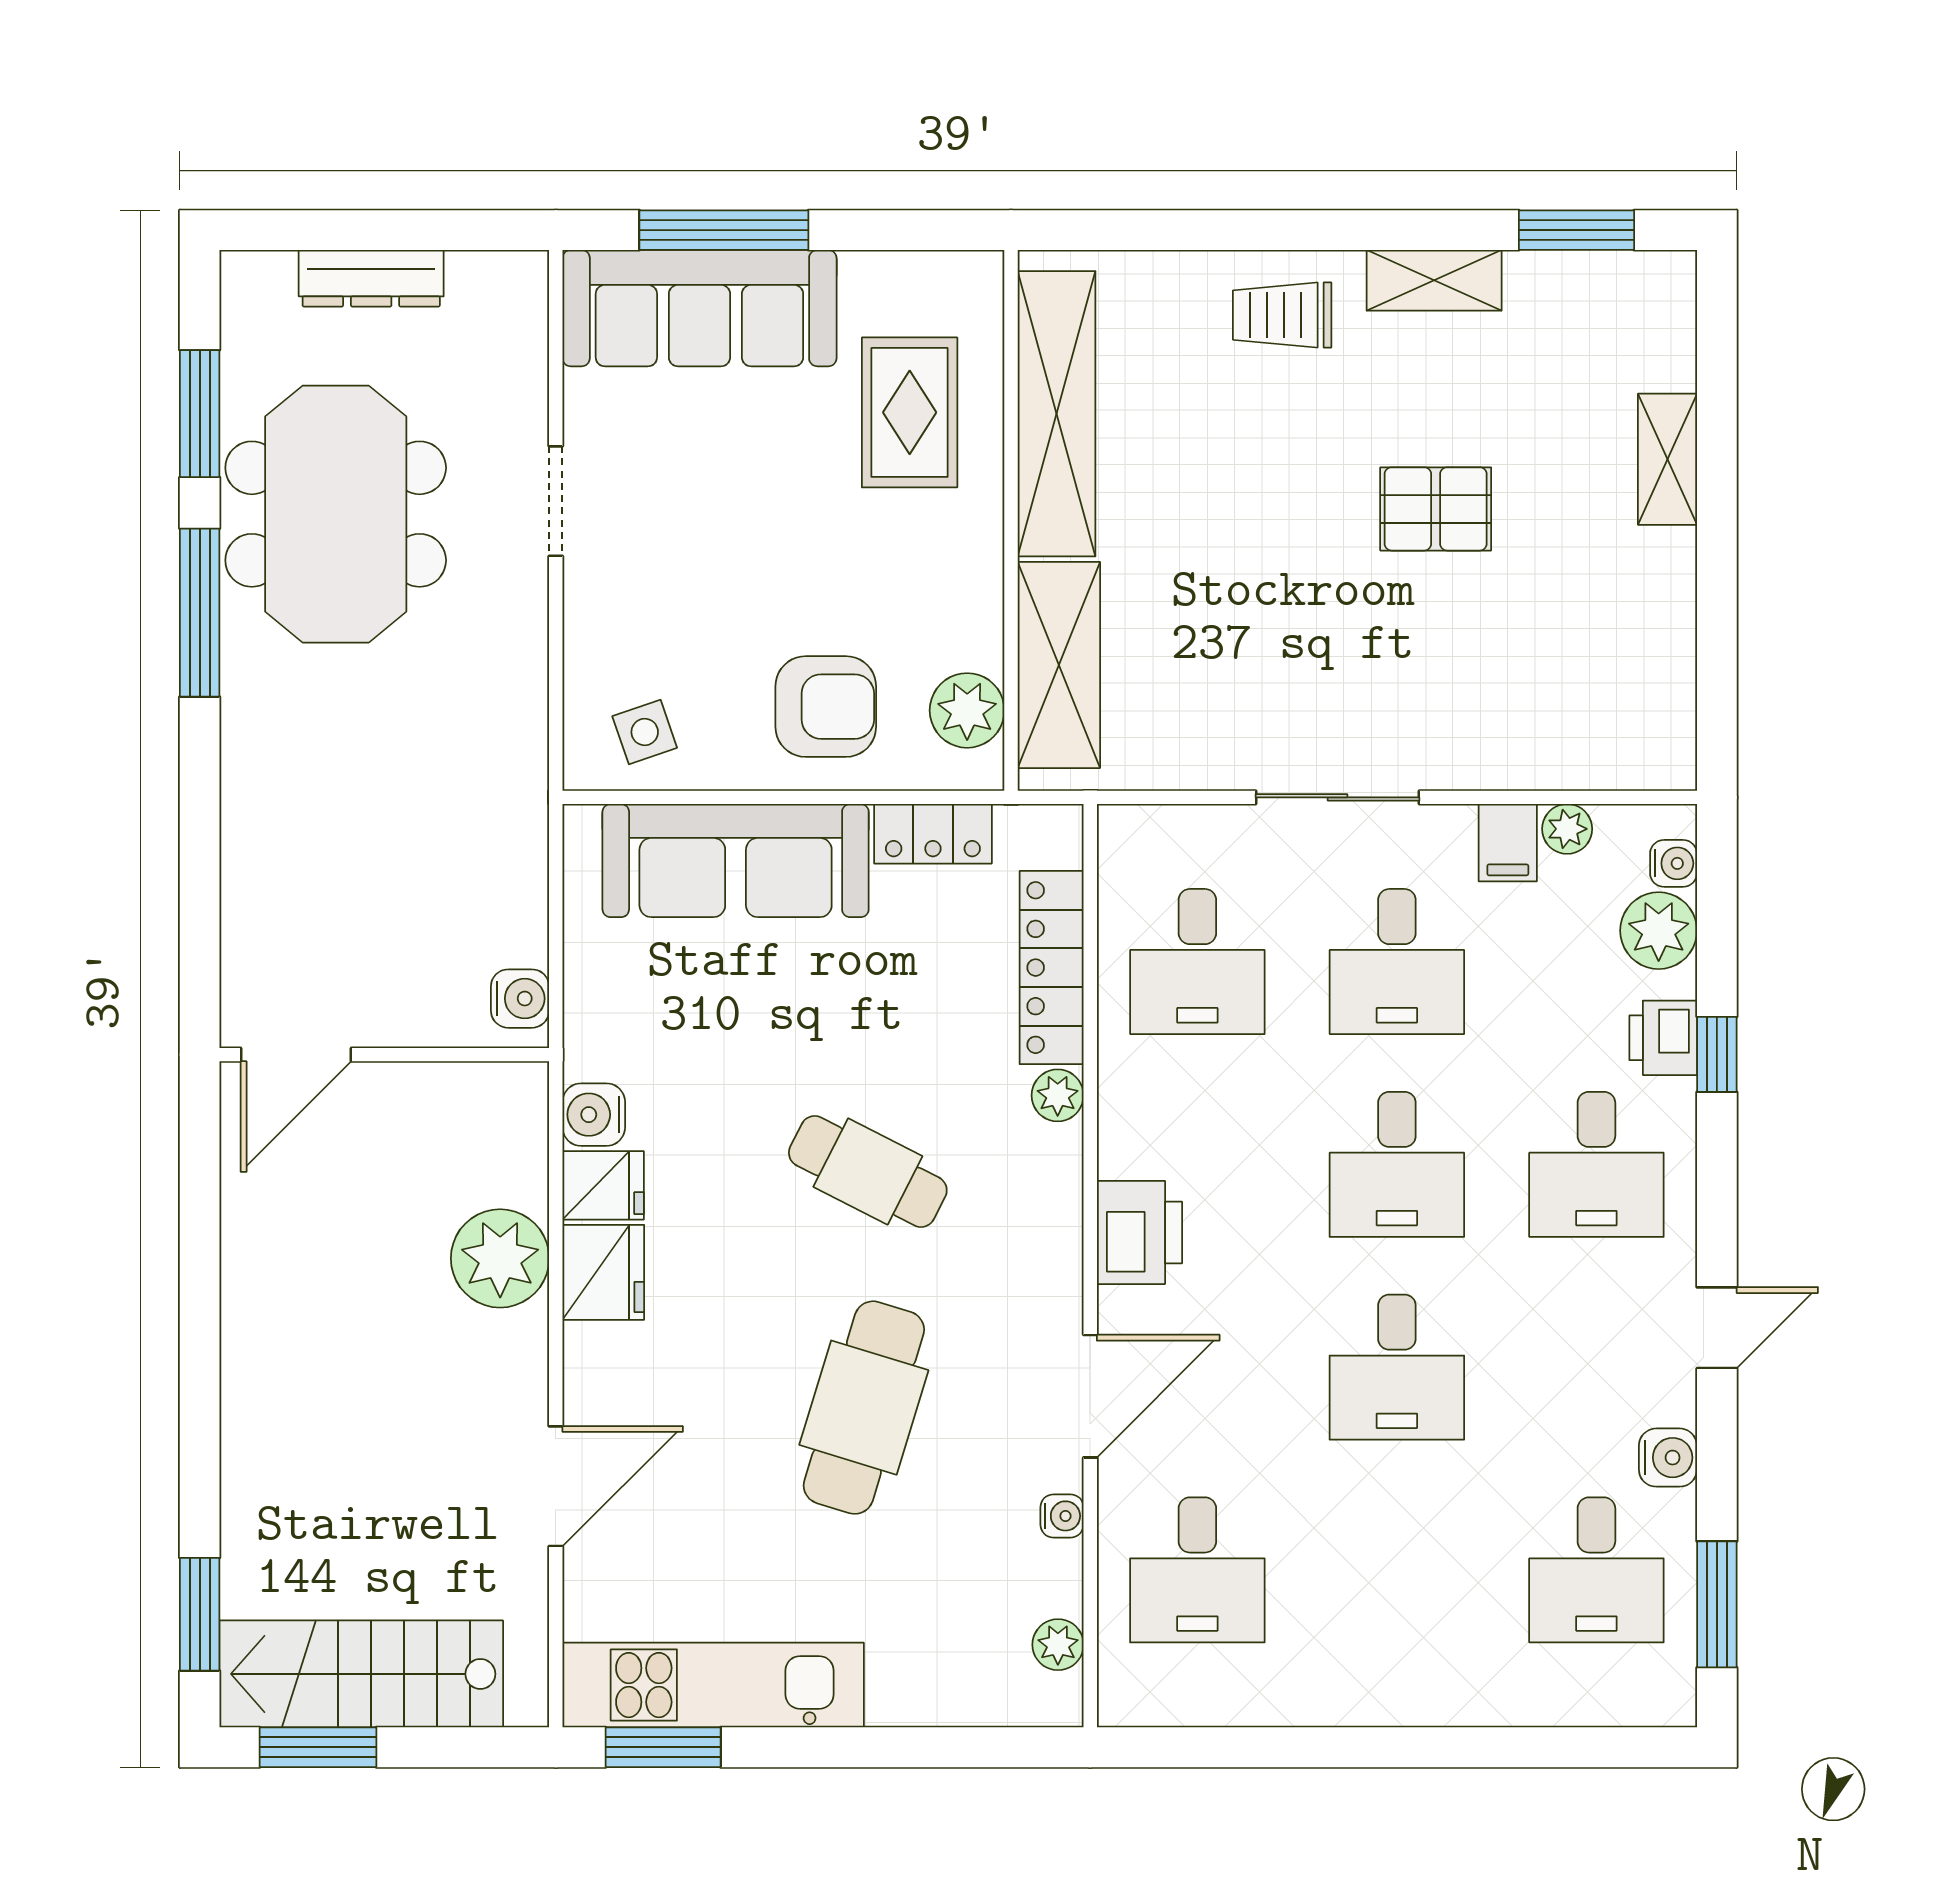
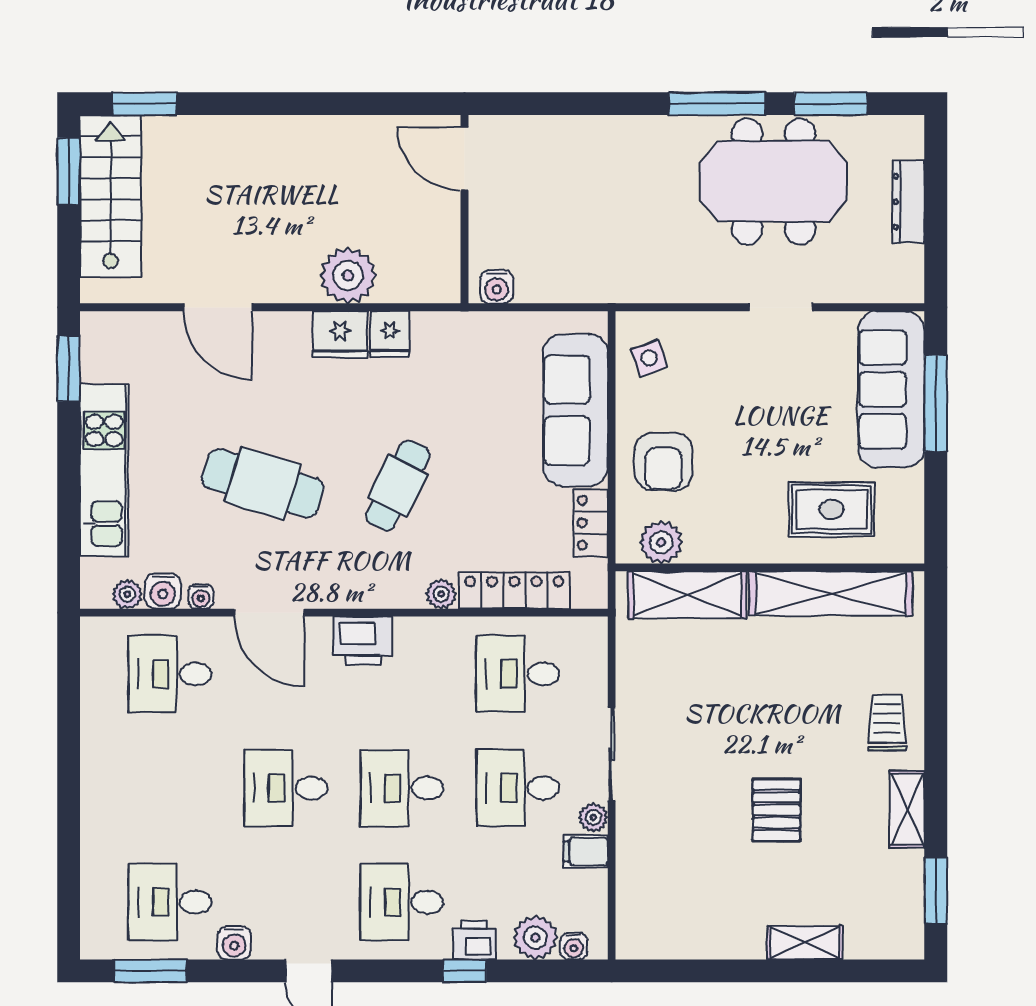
plant: (1567, 829) -> (593, 817), moved
water cooler: (594, 1115) -> (163, 591), moved, turned 180
kitchen unit: (713, 1685) -> (104, 470), moved

